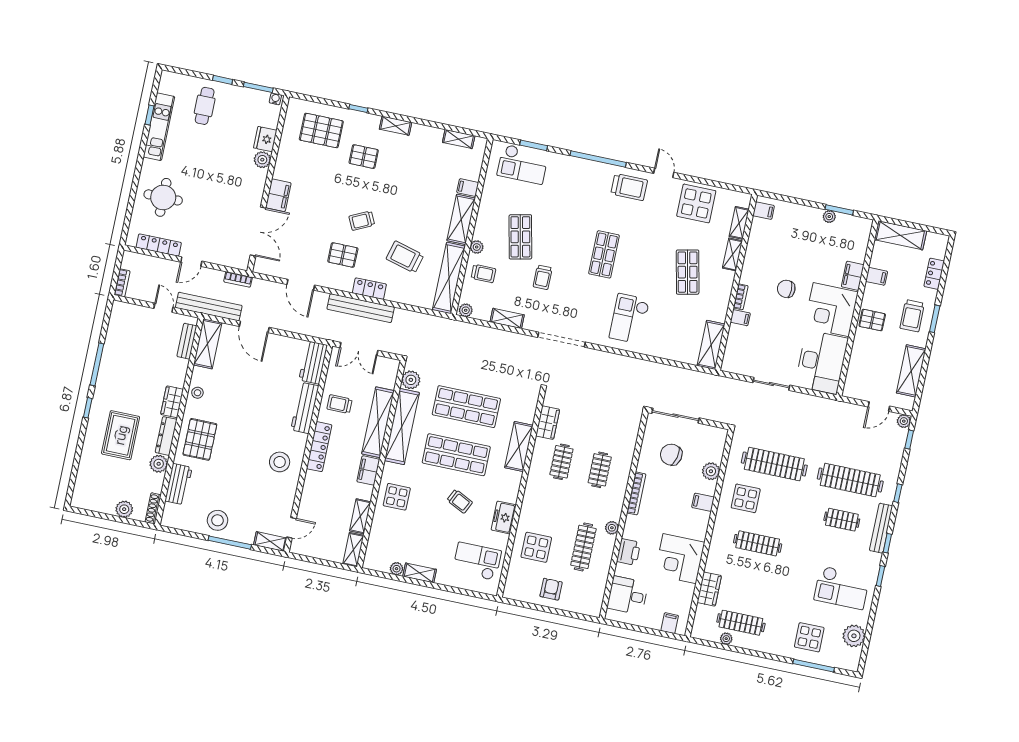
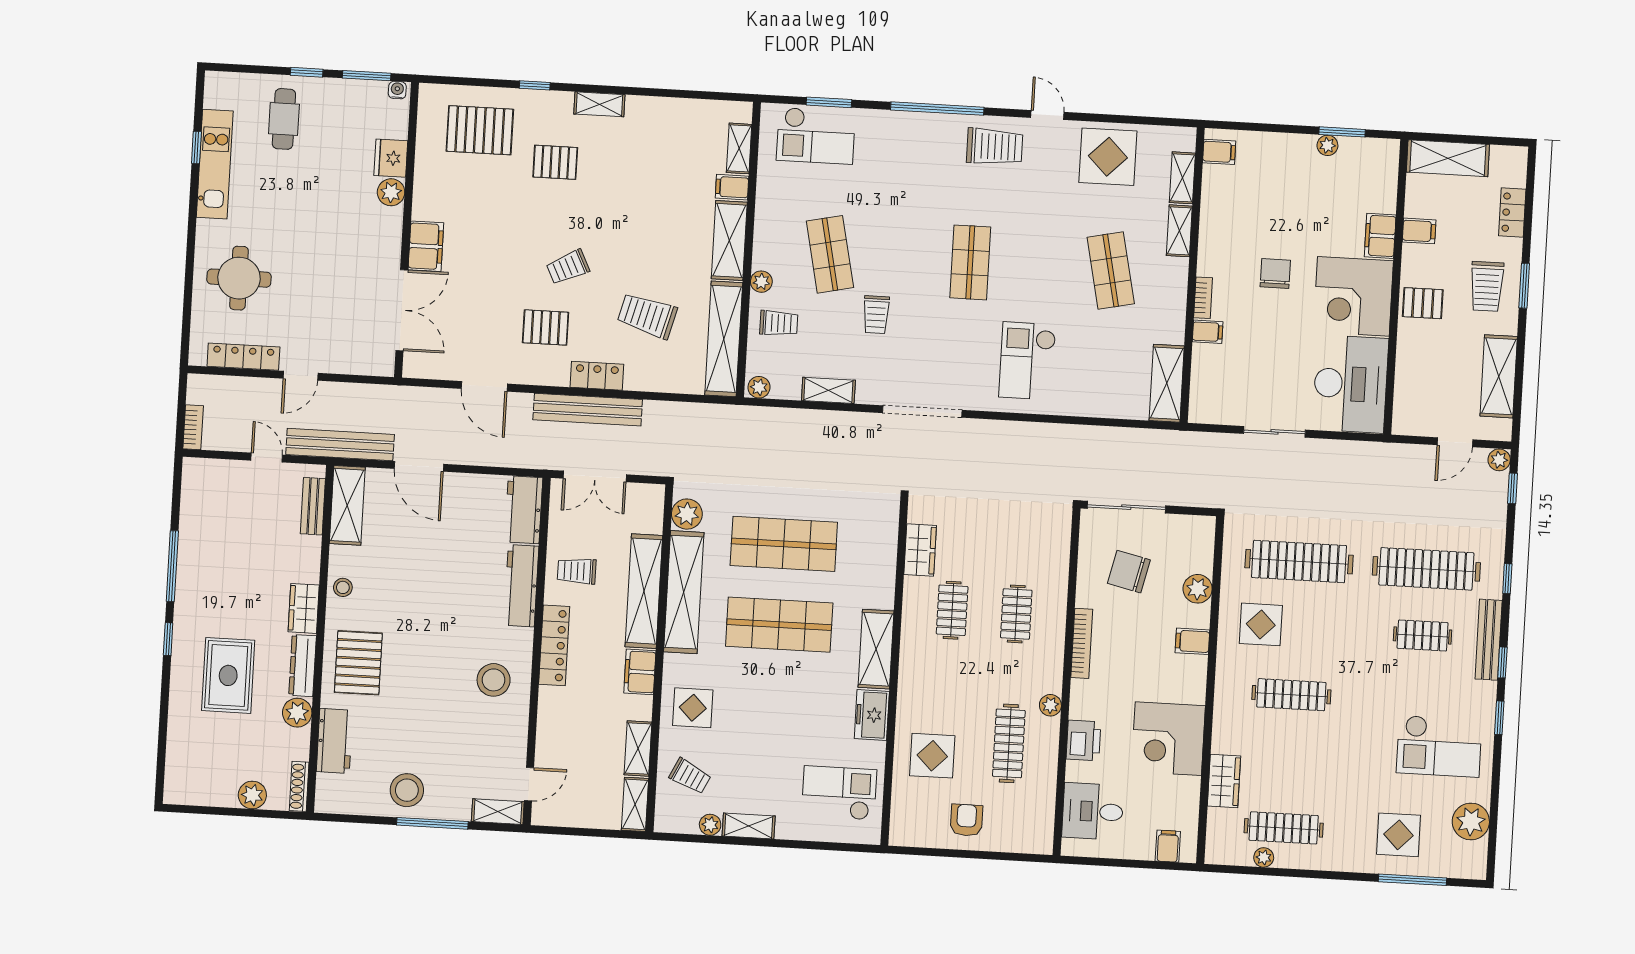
shelving: (459, 139) -> (739, 148), moved, turned 90
bookcase: (238, 279) -> (381, 393), removed
chair: (786, 289) -> (1275, 274), turned 90
shelving: (519, 447) -> (876, 649), moved
trolley: (460, 501) -> (690, 776), moved

